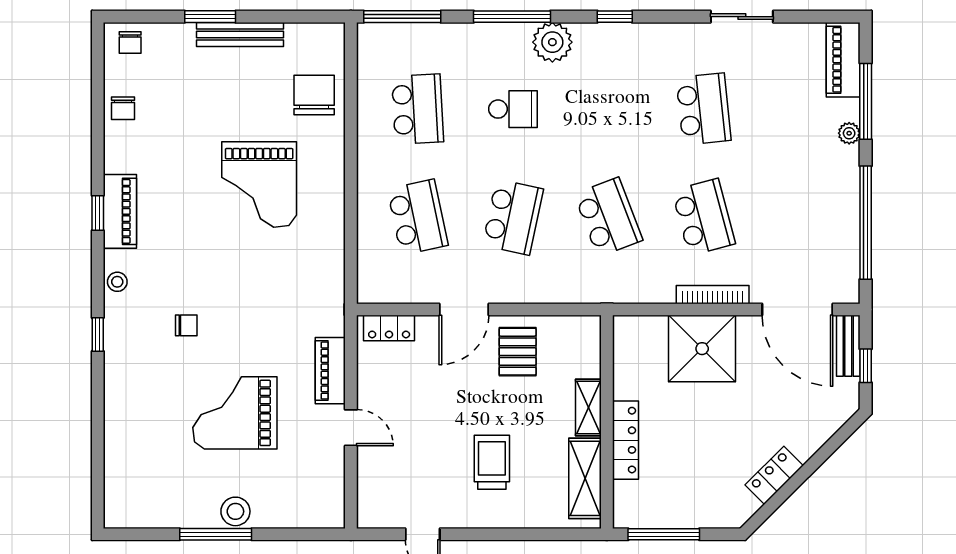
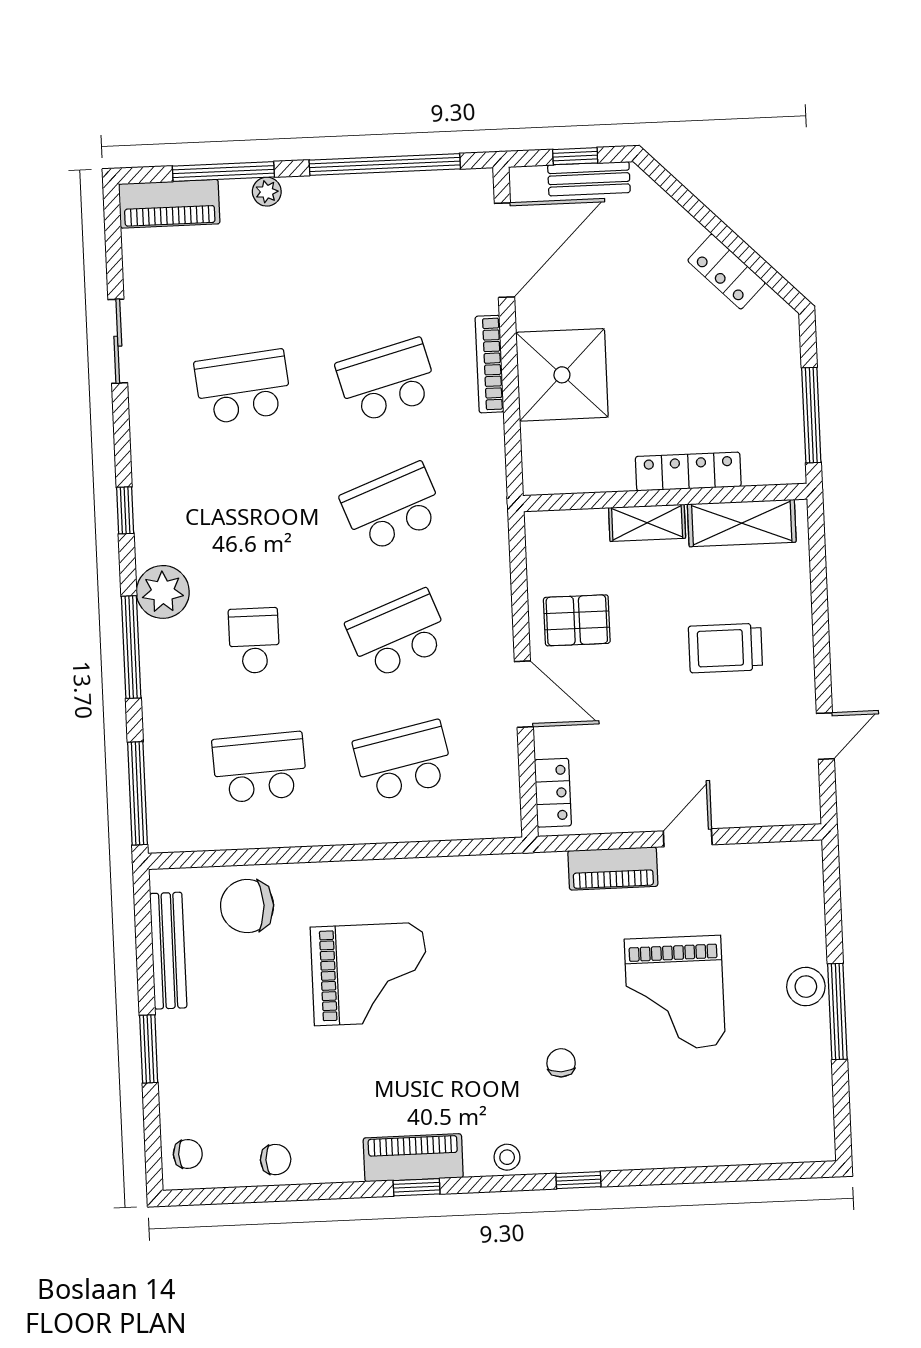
bench: (240, 34) -> (168, 951), moved
school desk: (513, 217) -> (398, 634), turned -33
bench: (848, 346) -> (589, 179), moved

